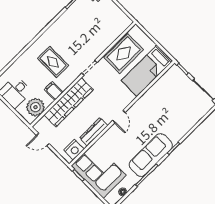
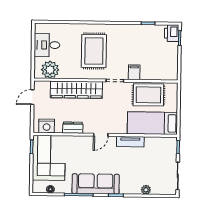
rug: (53, 62) -> (94, 51), width x1.36, depth x1.43
filing cabinet: (54, 91) -> (134, 72), moved
tv unit: (145, 100) -> (130, 142), added
plant: (191, 123) -> (146, 190), added
dresser: (94, 132) -> (73, 128), width x0.70
door: (43, 140) -> (32, 97), hinge flipped

